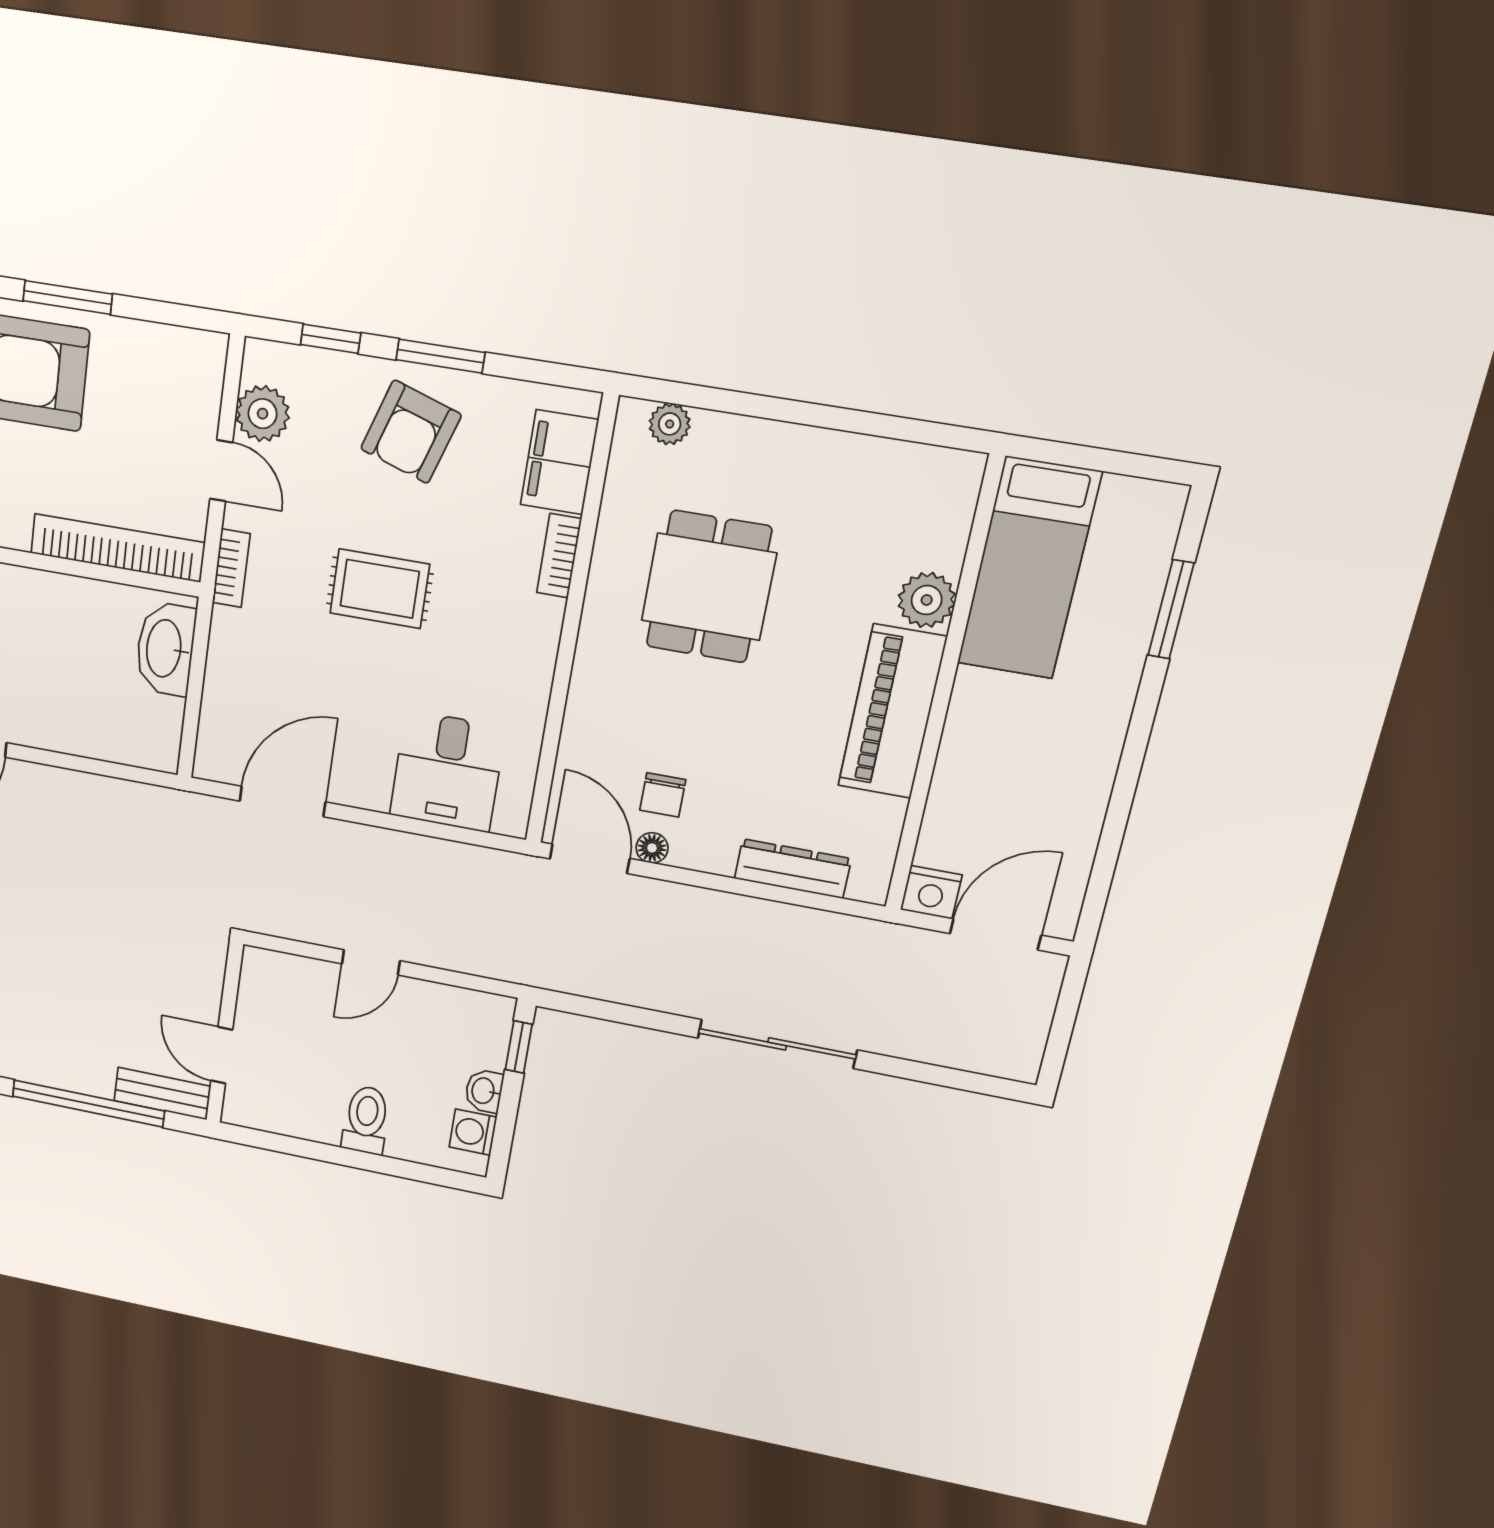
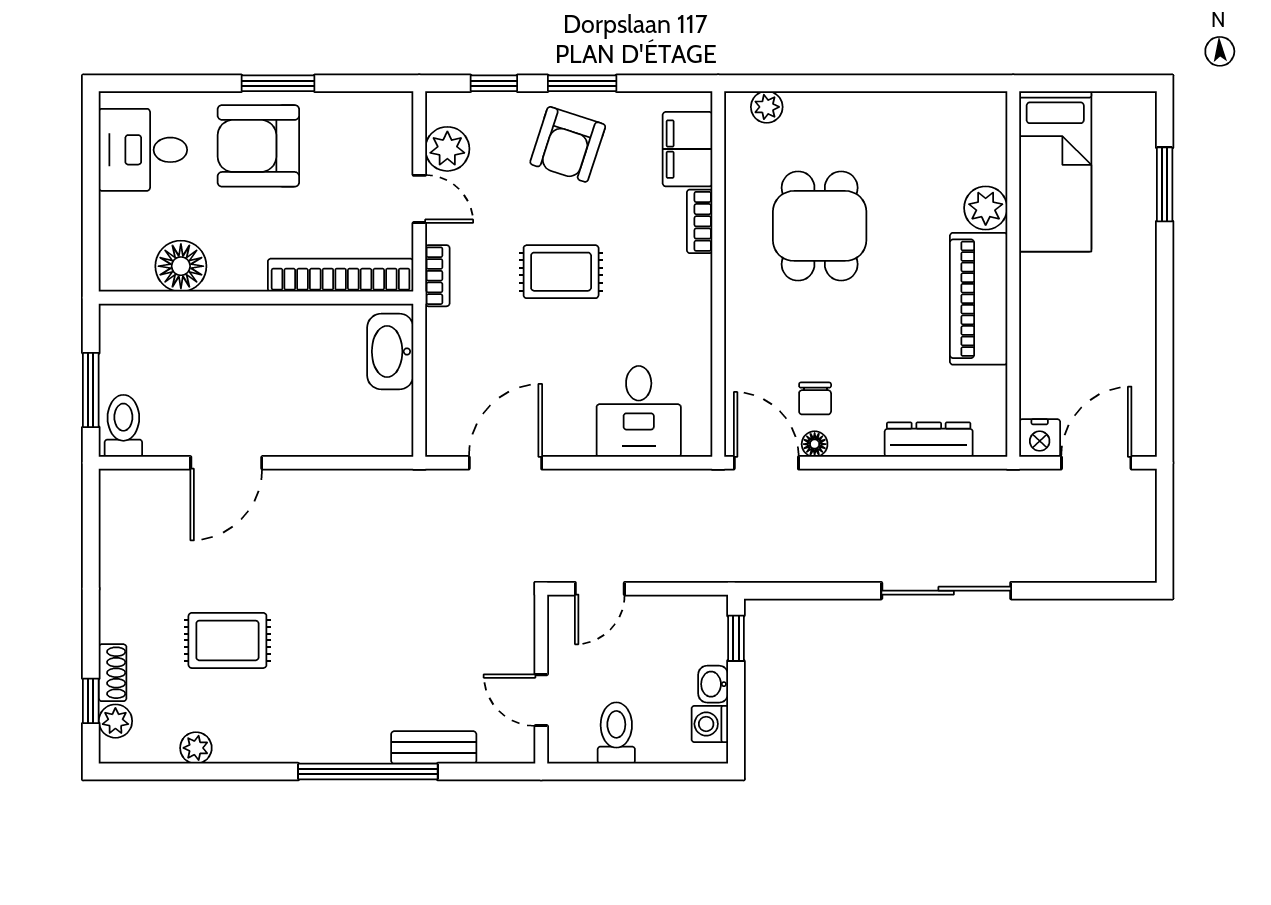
wall: (225, 1033) -> (541, 679), moved
door: (222, 1055) -> (541, 700), moved

